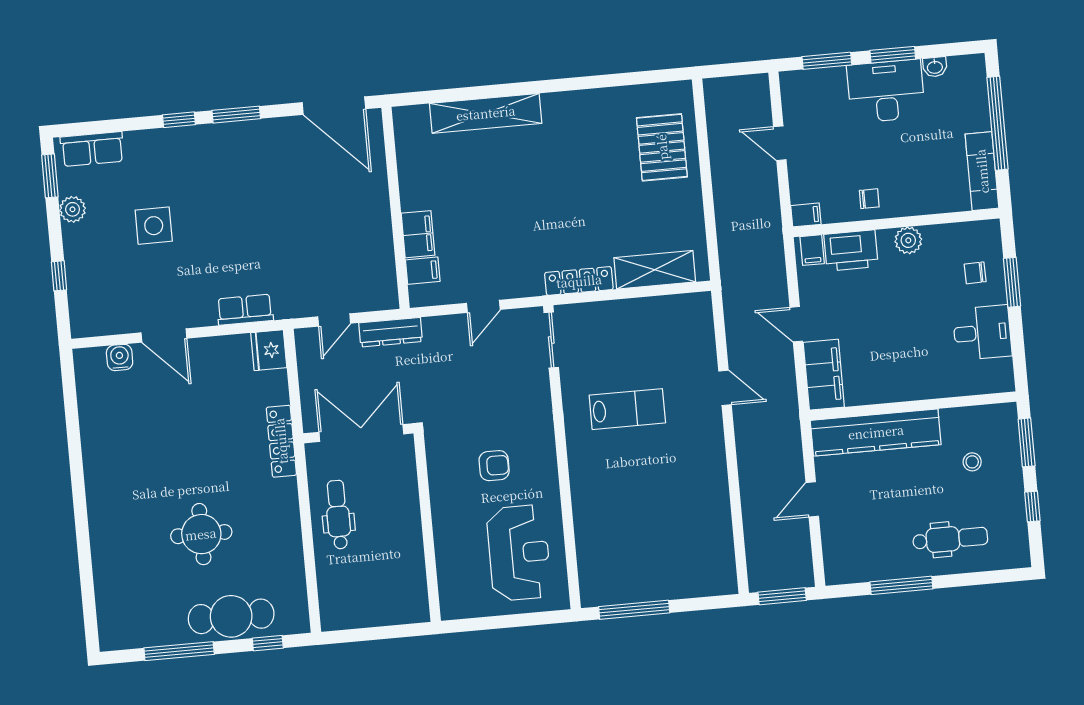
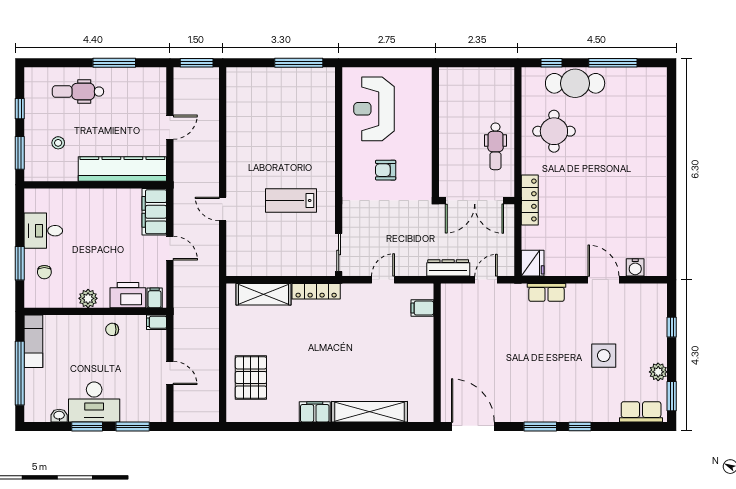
filing cabinet: (418, 234) -> (315, 412), moved, turned 90
chair: (975, 273) -> (44, 272), turned 91
round table: (201, 534) -> (554, 131), moved

